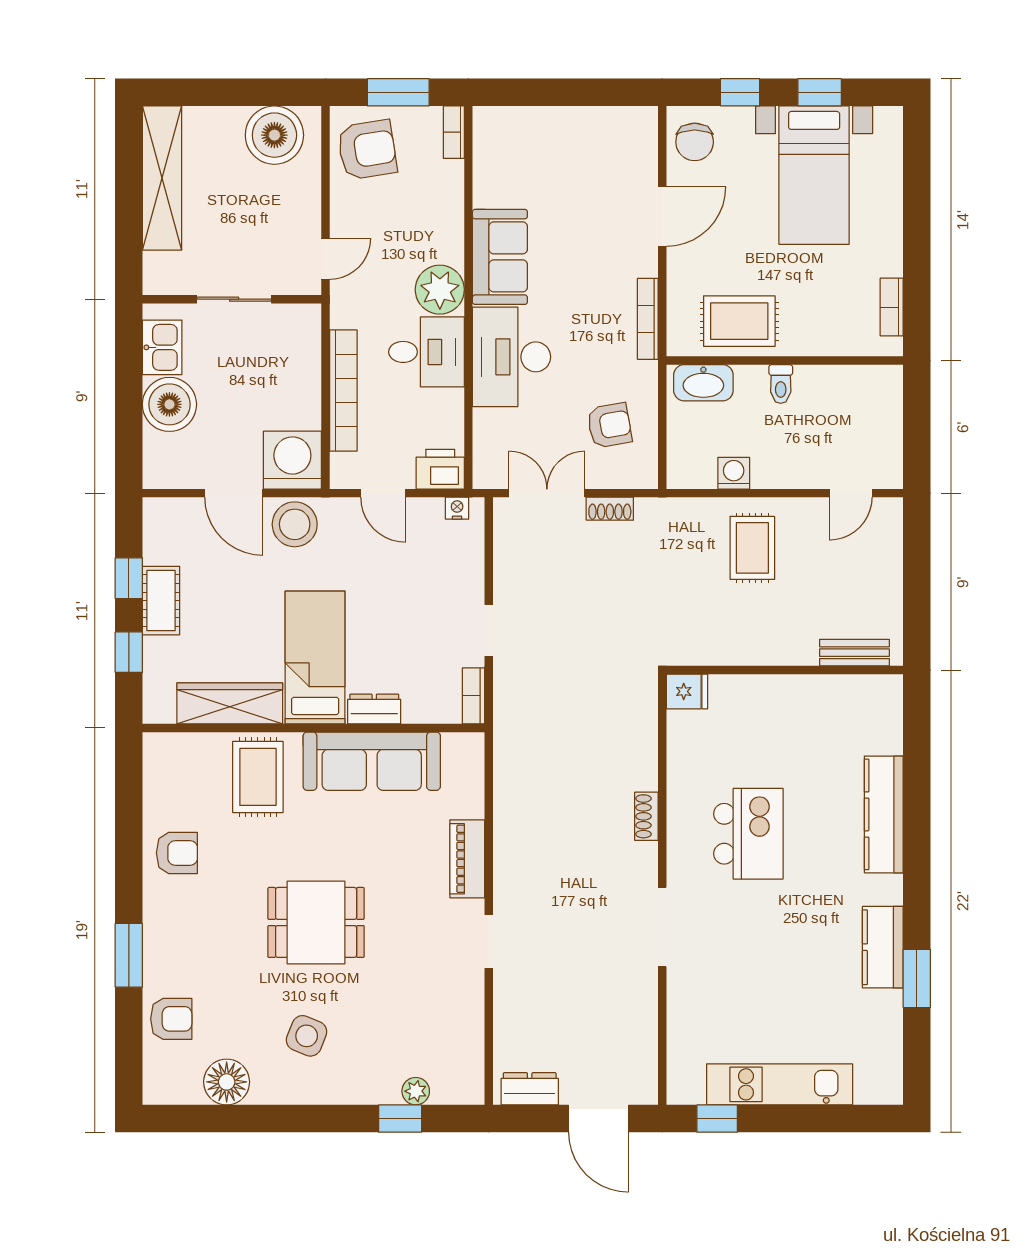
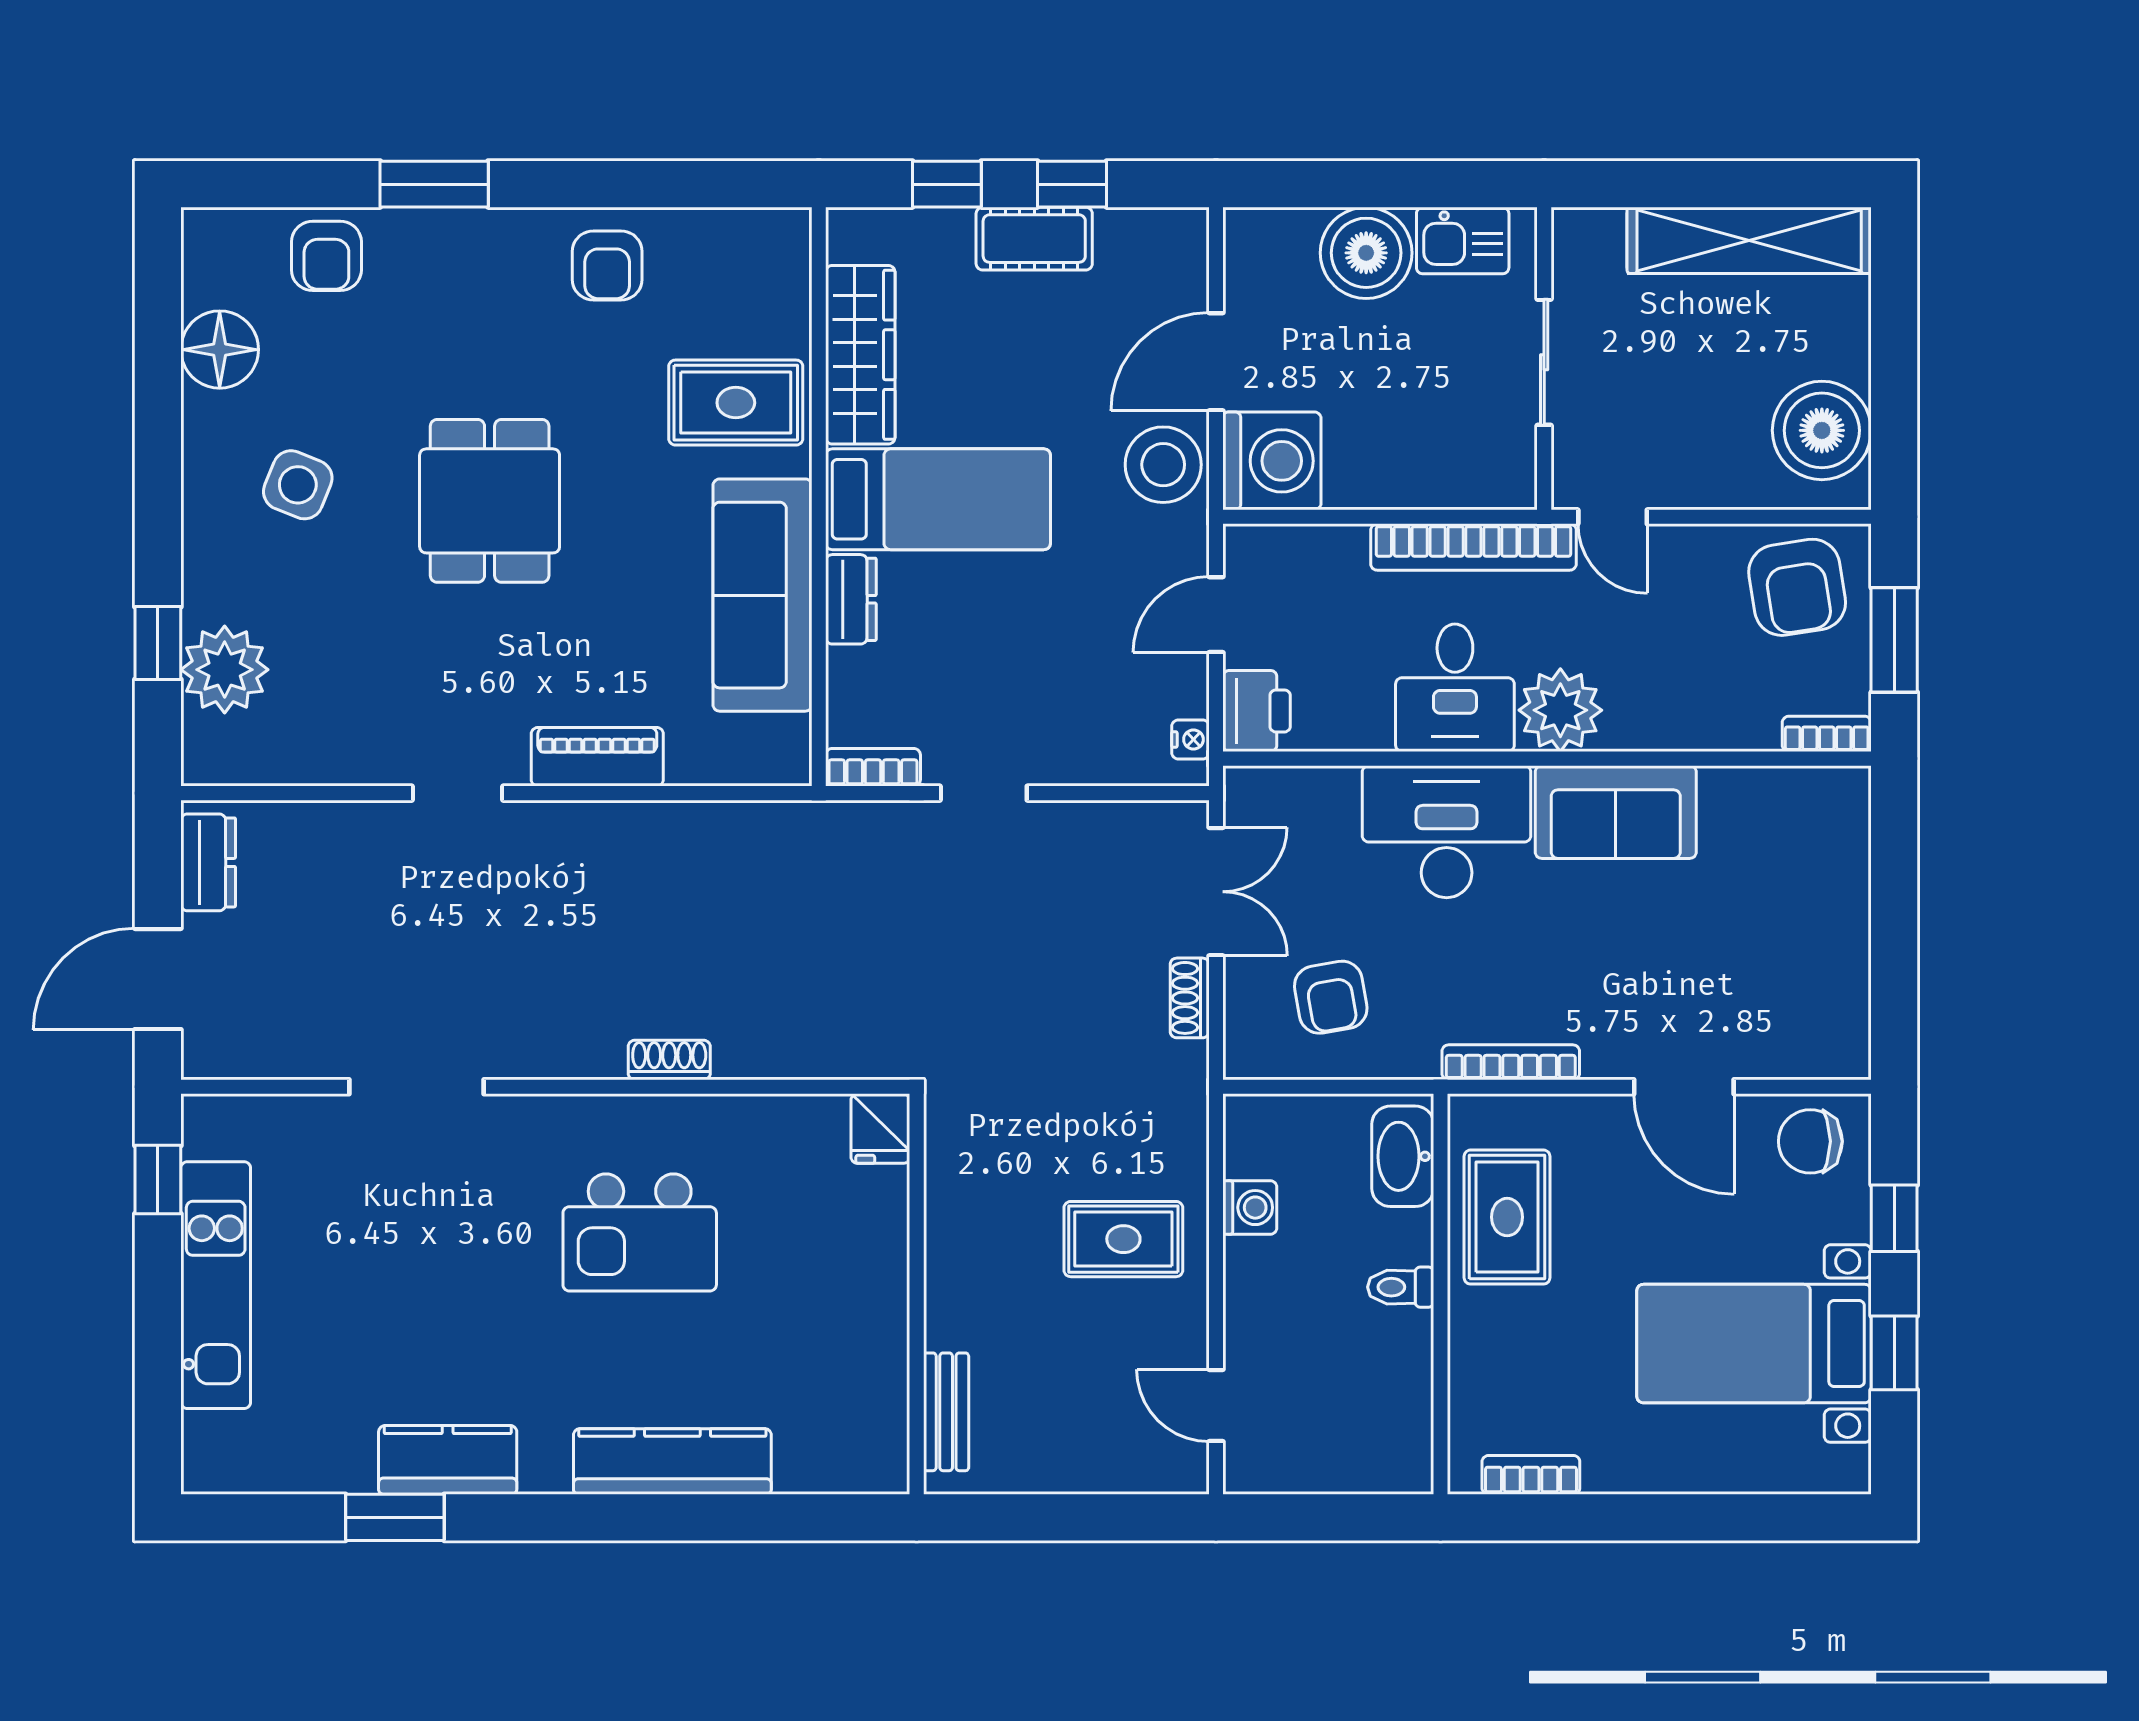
bookcase: (343, 391) -> (1473, 547), moved
doorway: (662, 927) -> (417, 1087), moved
plant: (416, 1091) -> (225, 670), width x1.88, depth x1.88

